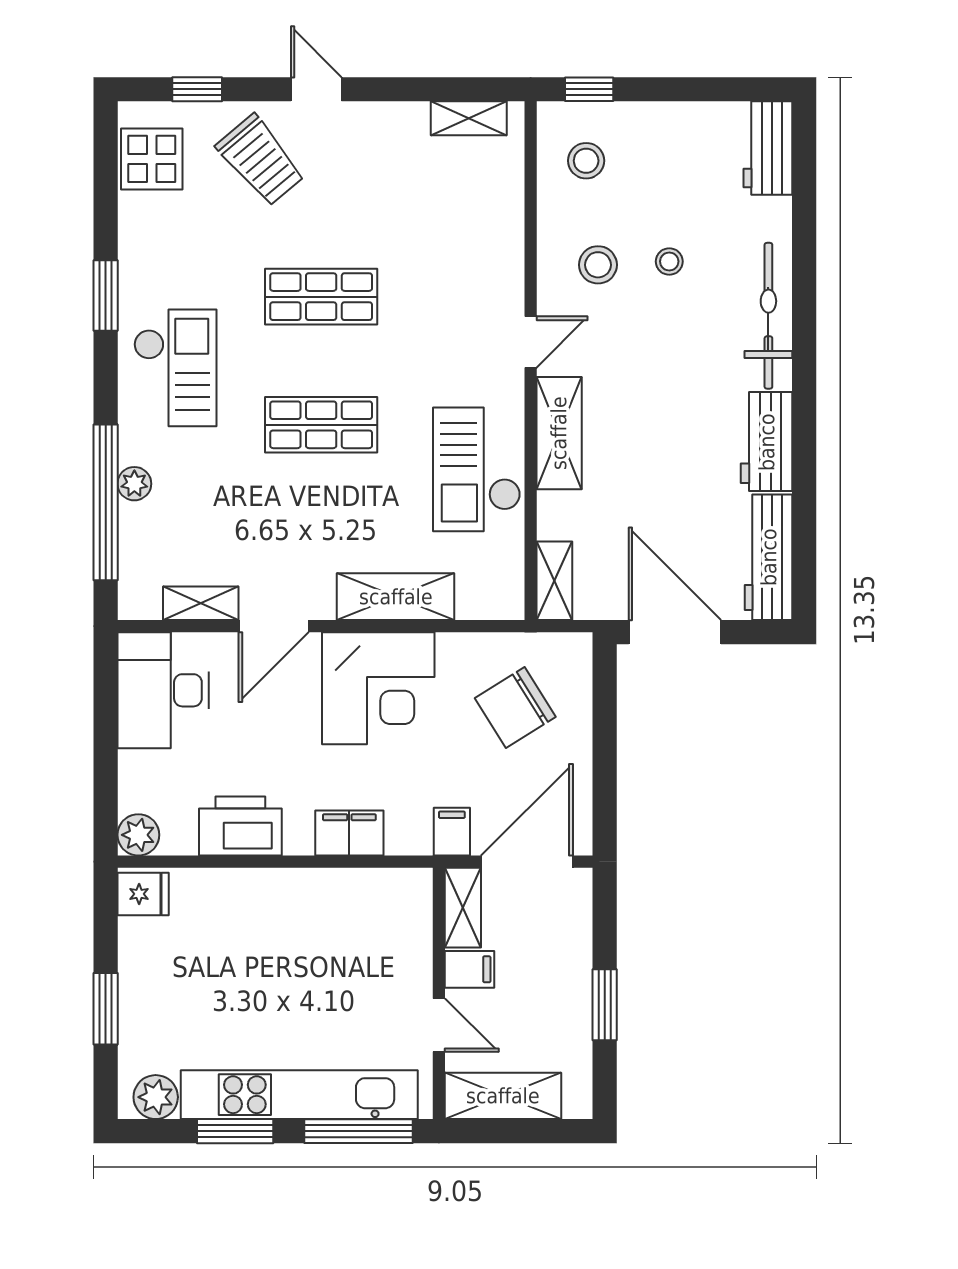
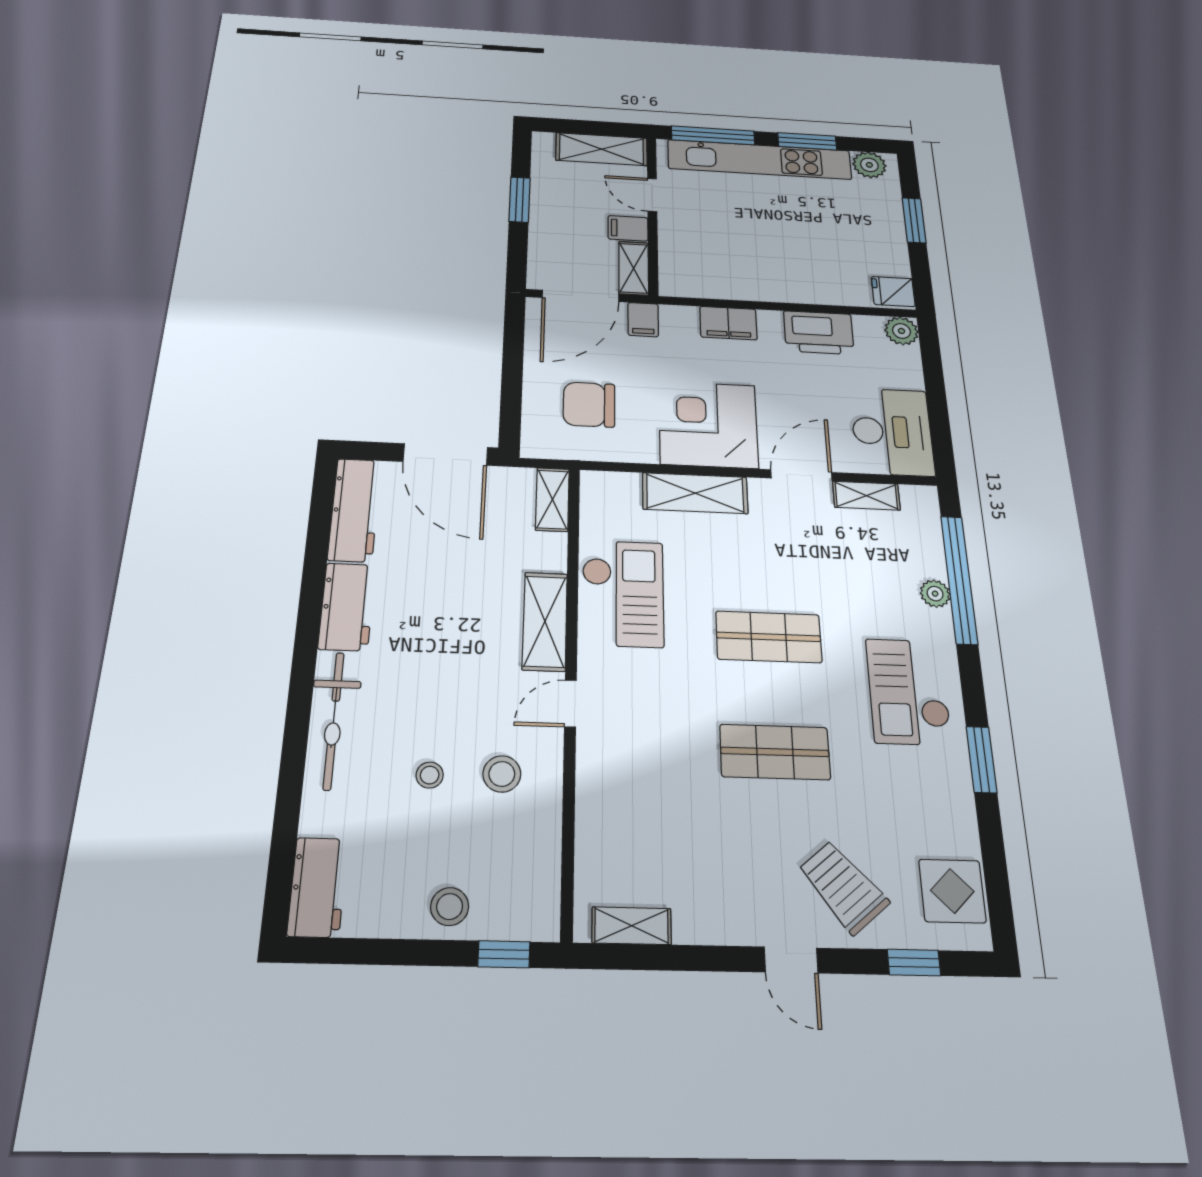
stool: (586, 161) -> (450, 907), moved
chair: (515, 708) -> (589, 405), turned -148

